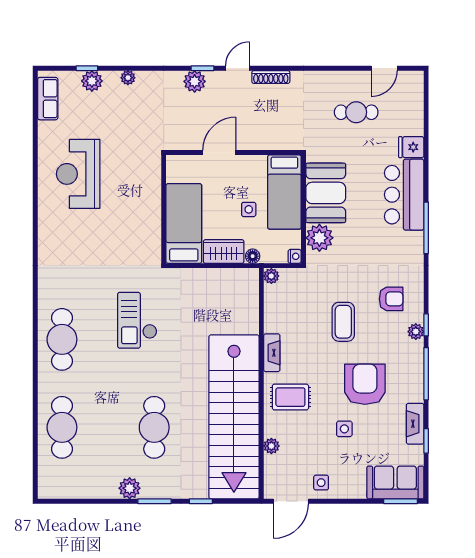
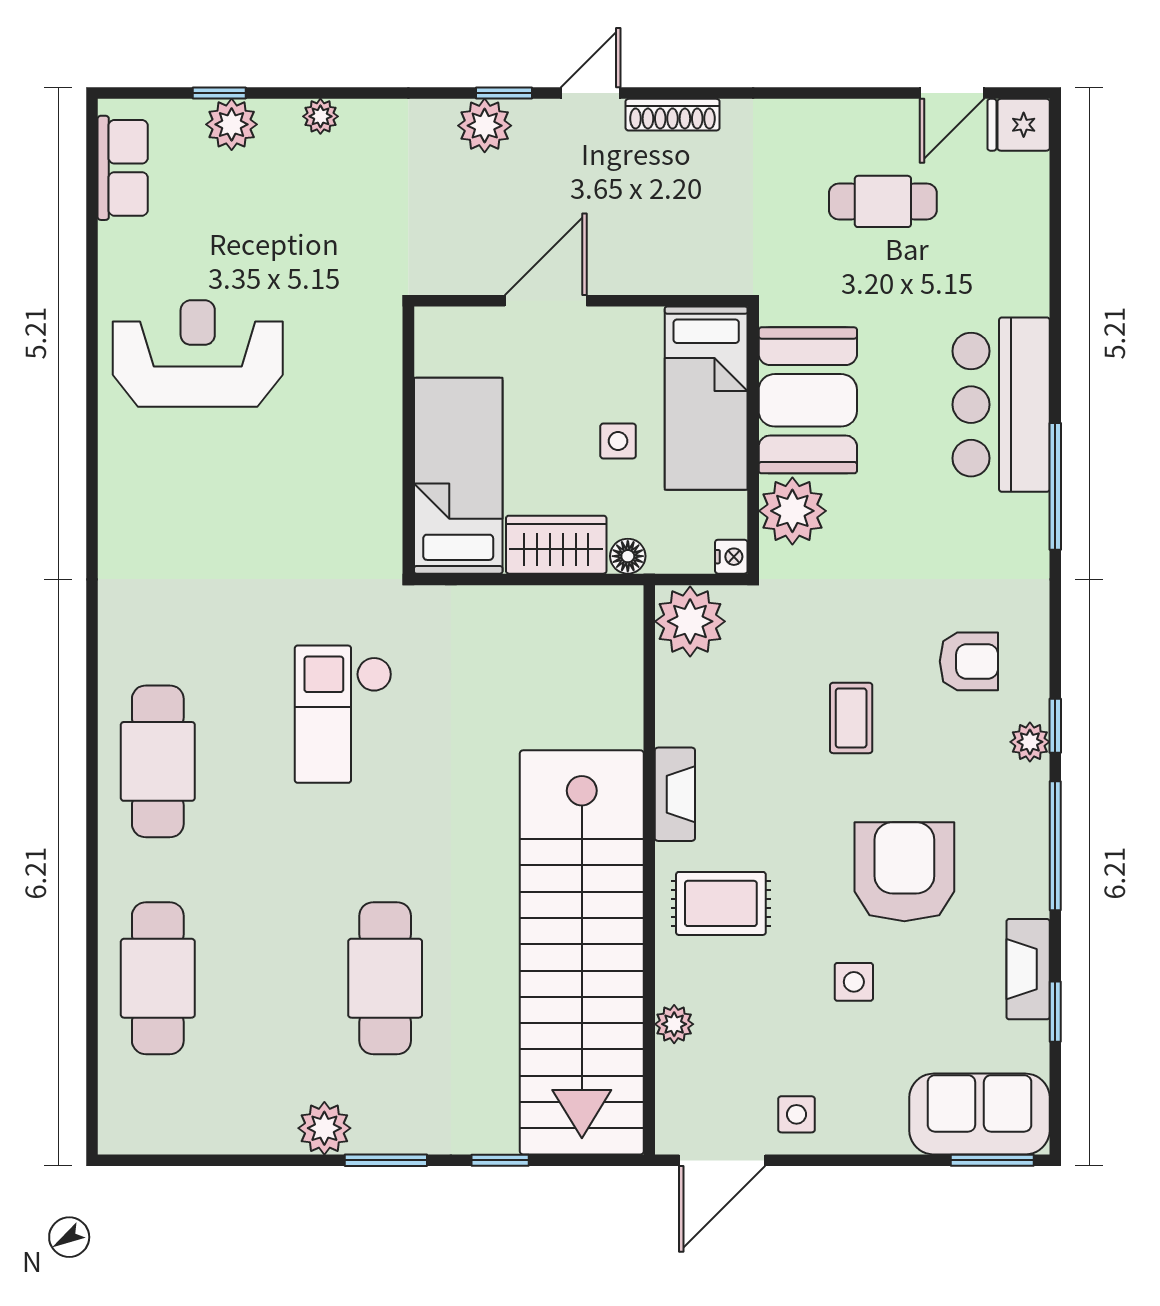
fridge: (411, 147) -> (1019, 125), moved
reception desk: (78, 174) -> (198, 354), turned 90
plant: (271, 276) -> (690, 621), width x1.88, depth x1.88
coffee table: (343, 322) -> (851, 718), width x0.73, depth x0.77

